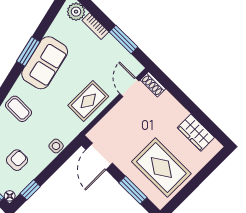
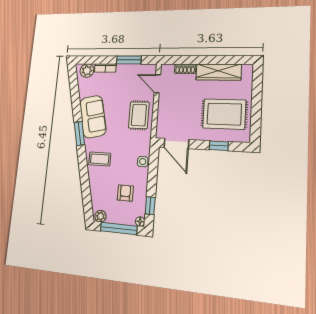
window: (28, 51) -> (79, 134), moved
shoe rack: (153, 84) -> (185, 69), moved
wardrobe: (196, 133) -> (218, 72), width x1.50
window: (133, 190) -> (219, 146), width x0.67

